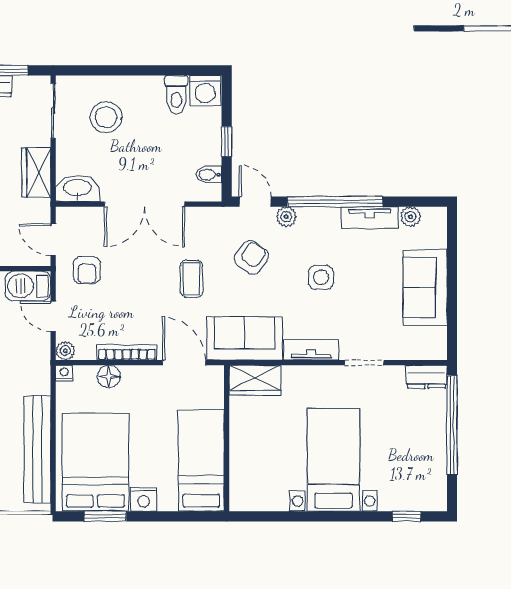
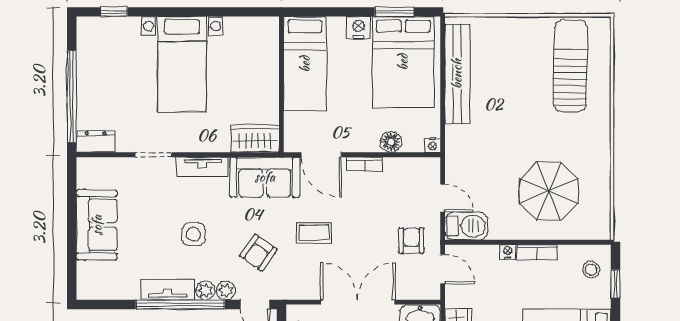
plant: (411, 217) -> (205, 290), moved
tv unit: (370, 218) -> (167, 290), moved
coffee table: (191, 279) -> (314, 233), turned 90
plant: (65, 351) -> (431, 166), removed
bookcase: (127, 353) -> (364, 164), width x0.64

